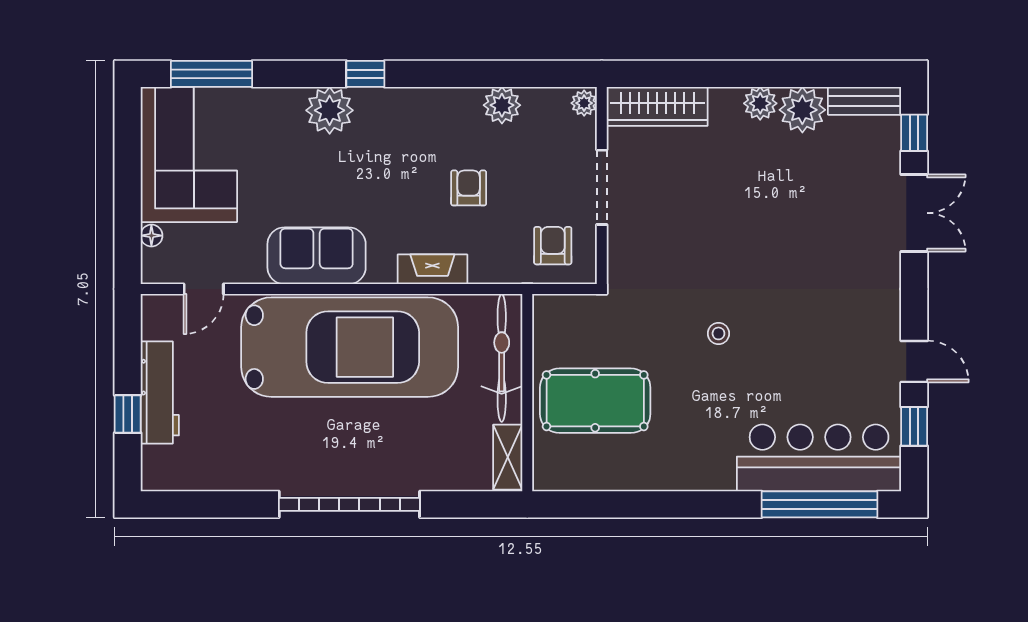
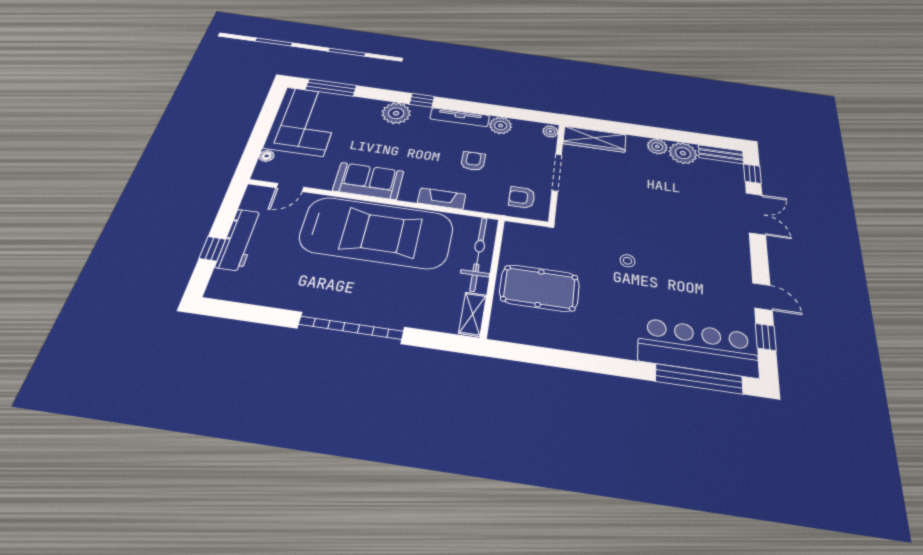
tv unit: (433, 100) -> (460, 117), added
armchair: (553, 246) -> (522, 197), turned -90

